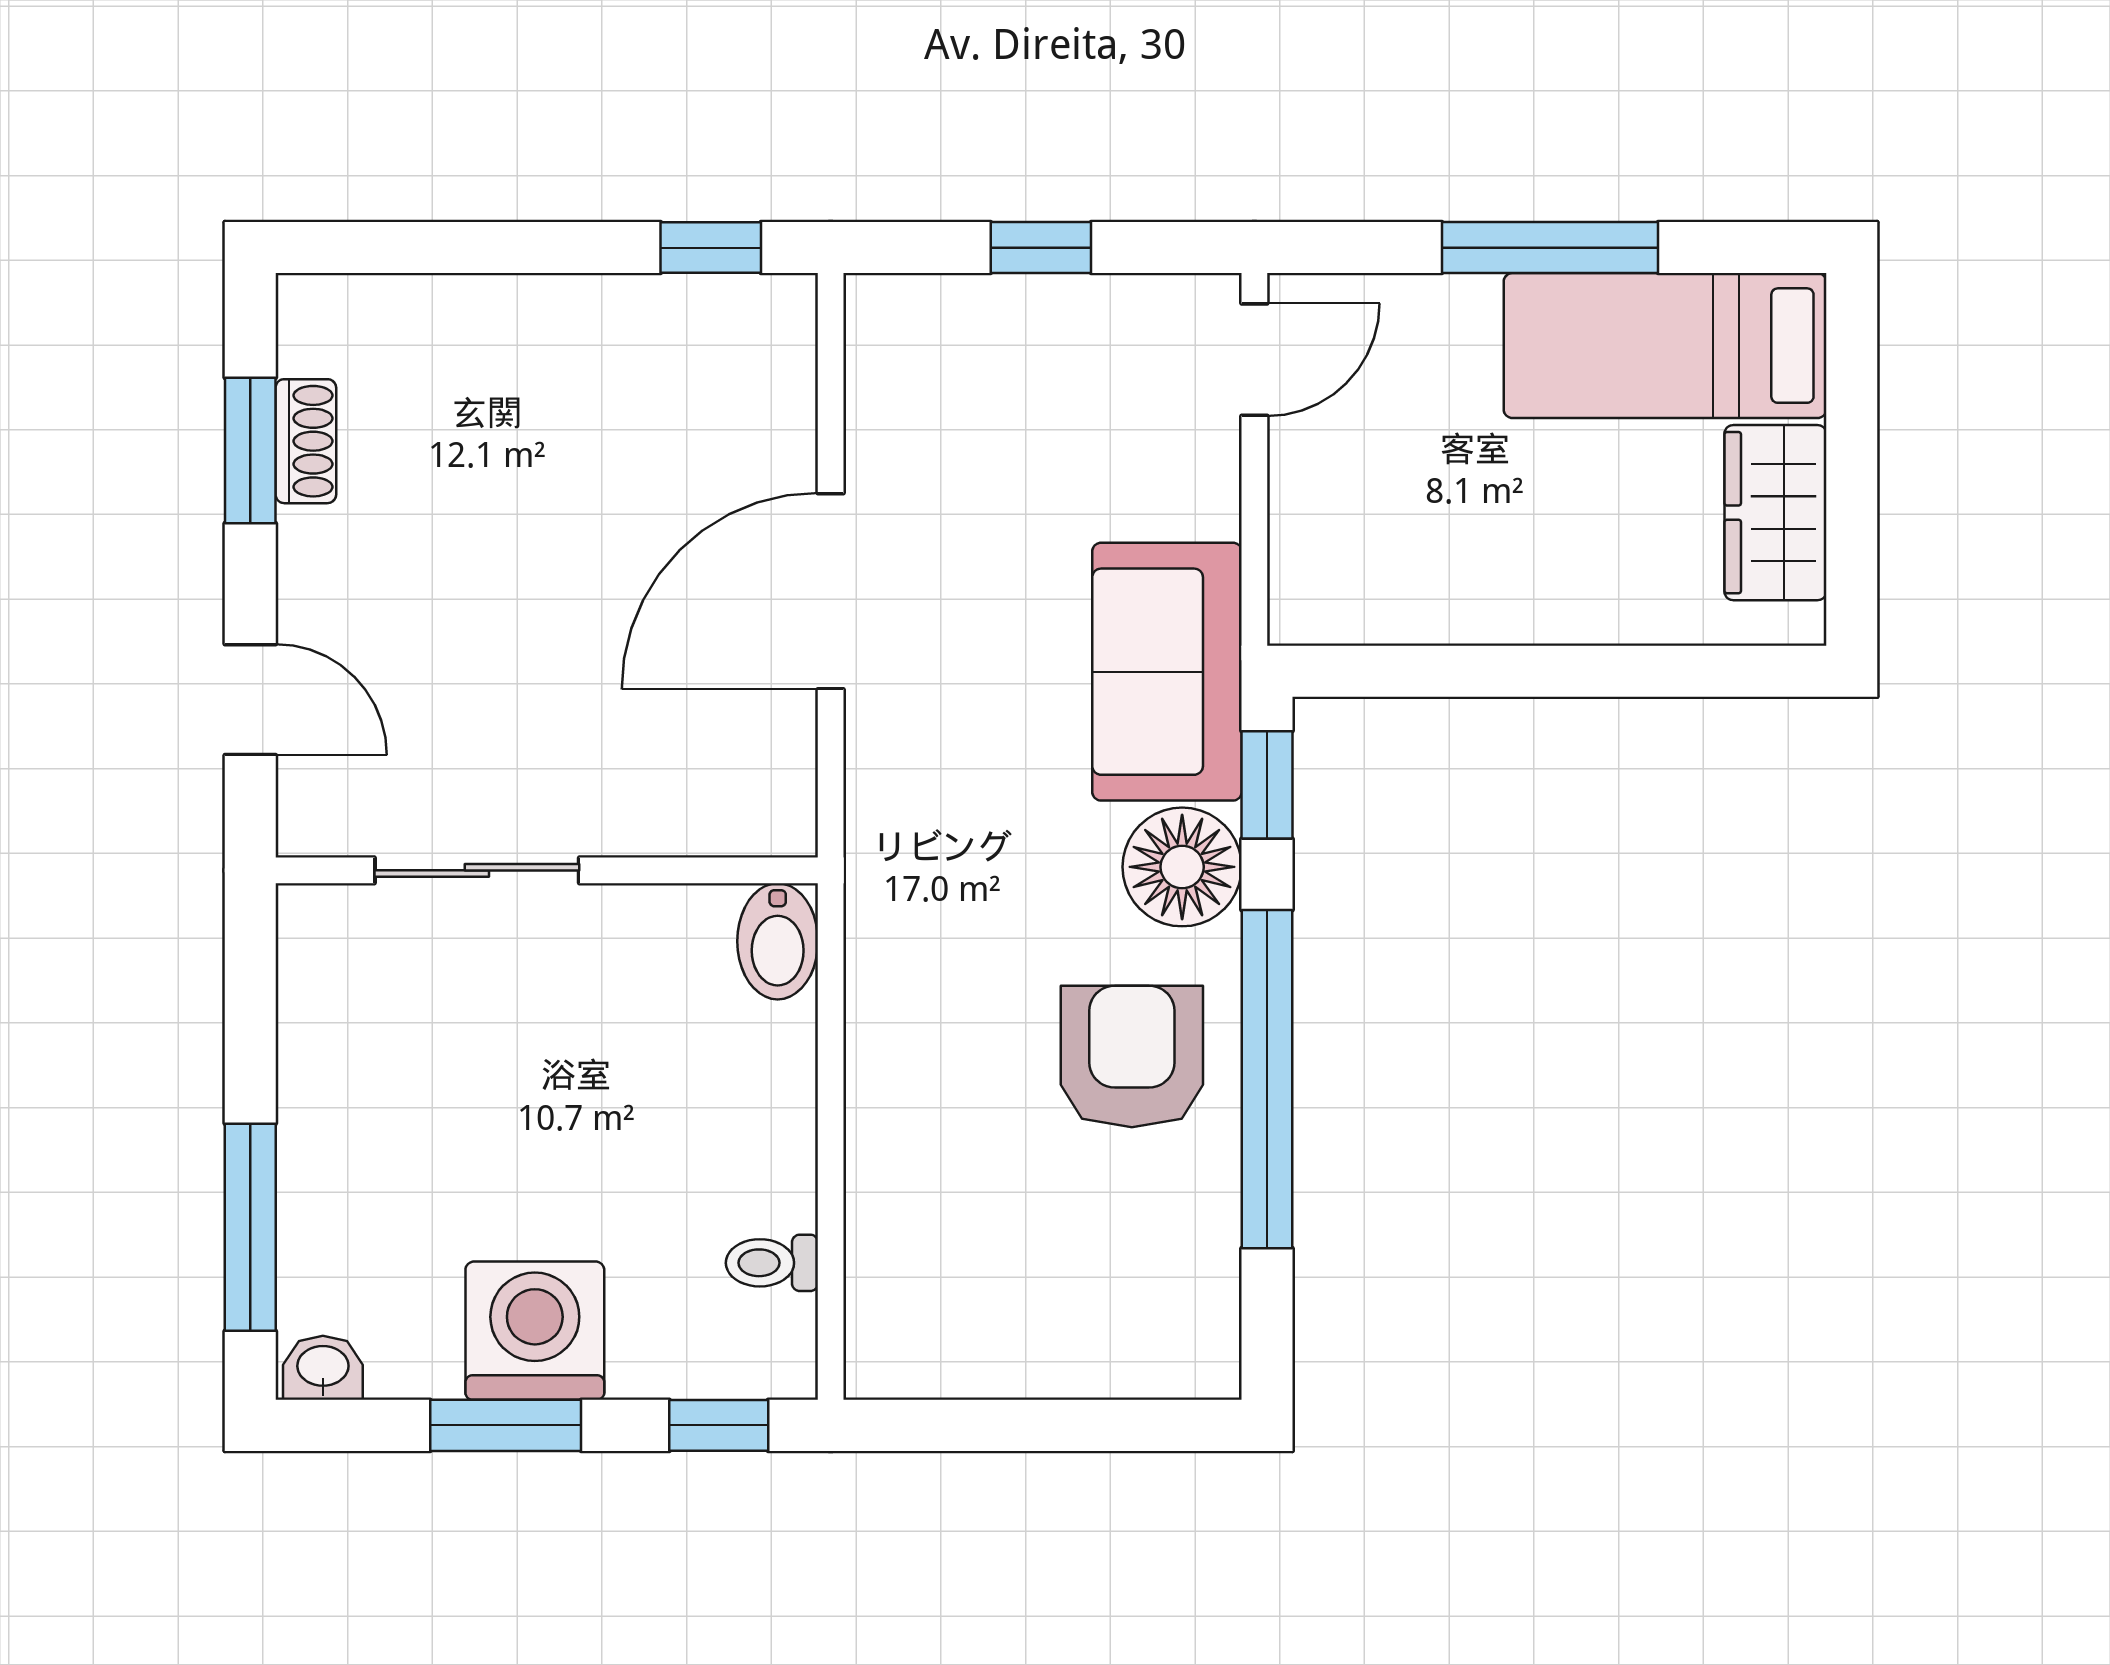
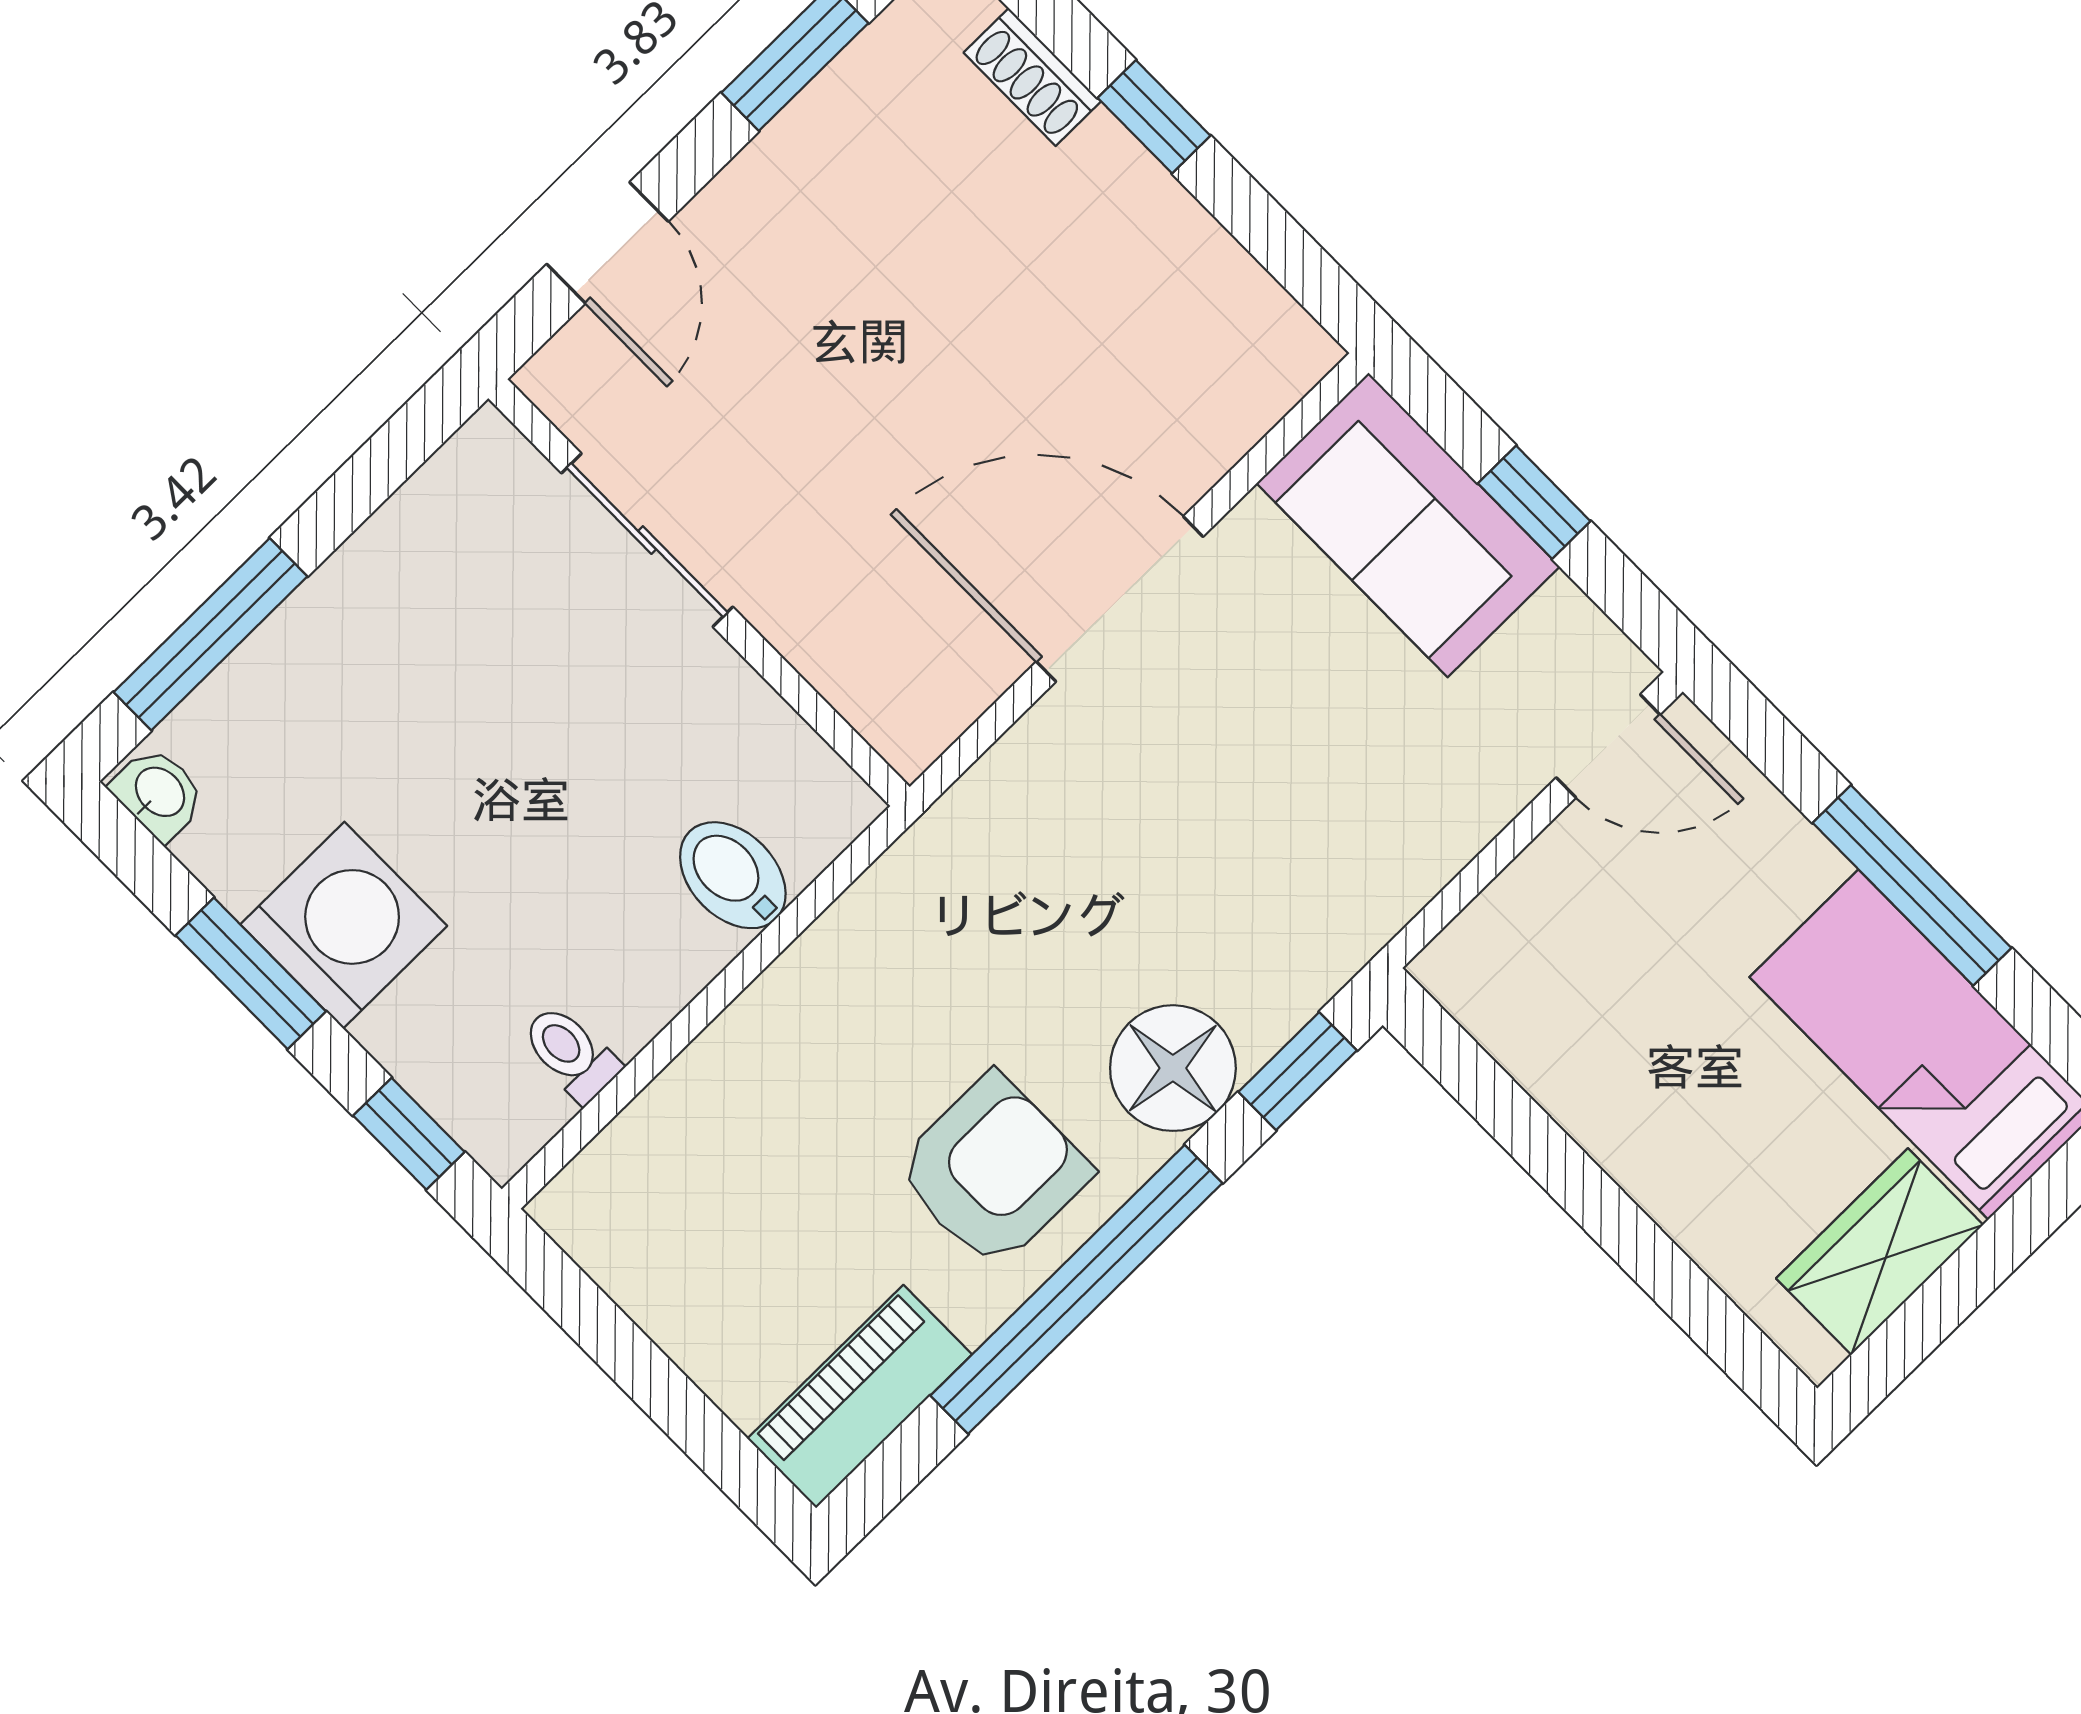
window: (711, 248) -> (1154, 117), moved
shoe rack: (306, 441) -> (1032, 77), moved, turned 90
sofa: (1167, 672) -> (1408, 525), moved, turned -90
bidet: (778, 941) -> (733, 875), moved, turned 90
piano: (1195, 1296) -> (860, 1396), added

